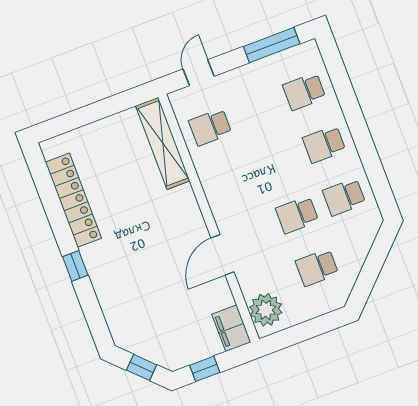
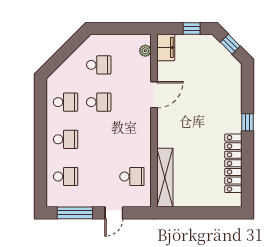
door: (199, 73) -> (114, 213), moved
plant: (266, 310) -> (145, 51), width x0.53, depth x0.53

